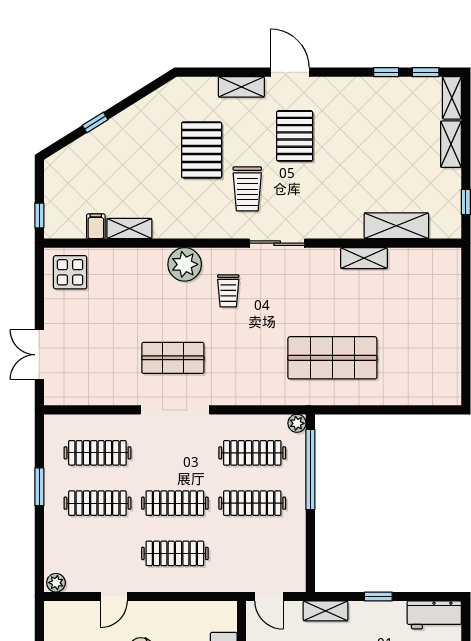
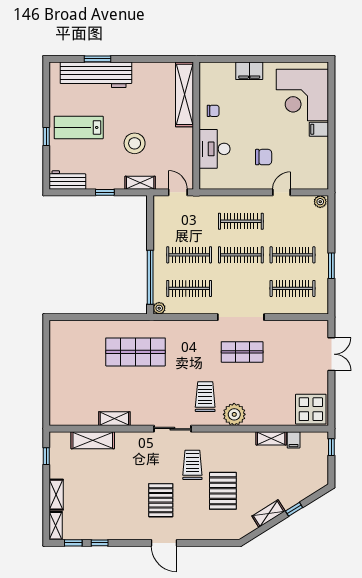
shelving: (241, 87) -> (269, 514), moved, turned -32
display table: (70, 272) -> (311, 409), width x1.36, depth x1.36
trolley: (228, 291) -> (205, 397), width x1.36, depth x1.39

